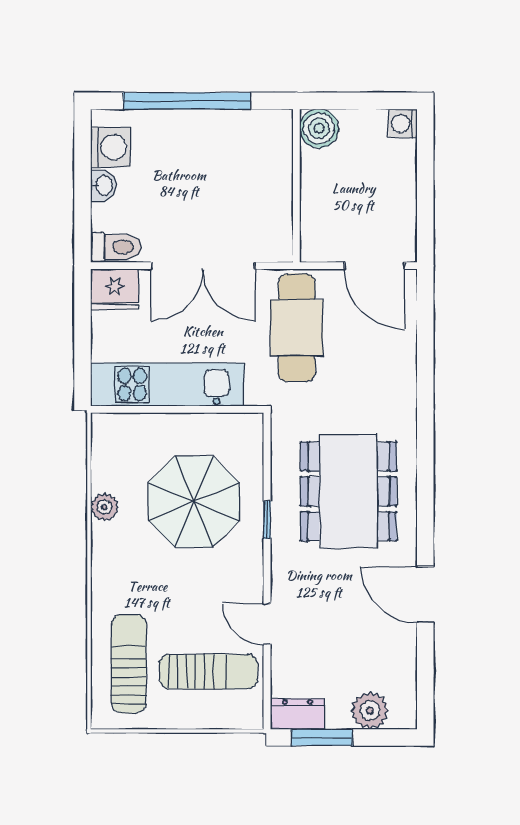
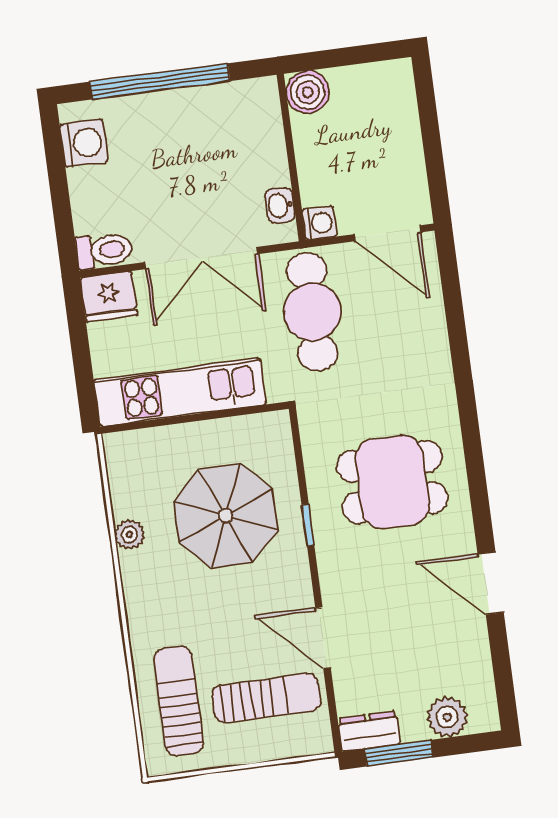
washing machine: (403, 123) -> (319, 223), moved, turned 180
washbasin: (103, 185) -> (280, 205), moved, turned 180
dining table: (348, 491) -> (392, 482), width x0.73
door: (267, 624) -> (323, 638), width x1.38

